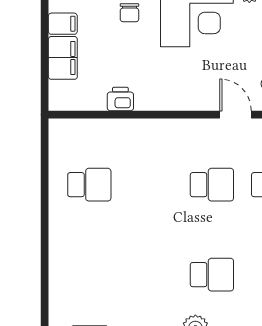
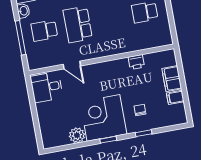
school desk: (212, 185) -> (78, 24), width x1.85

